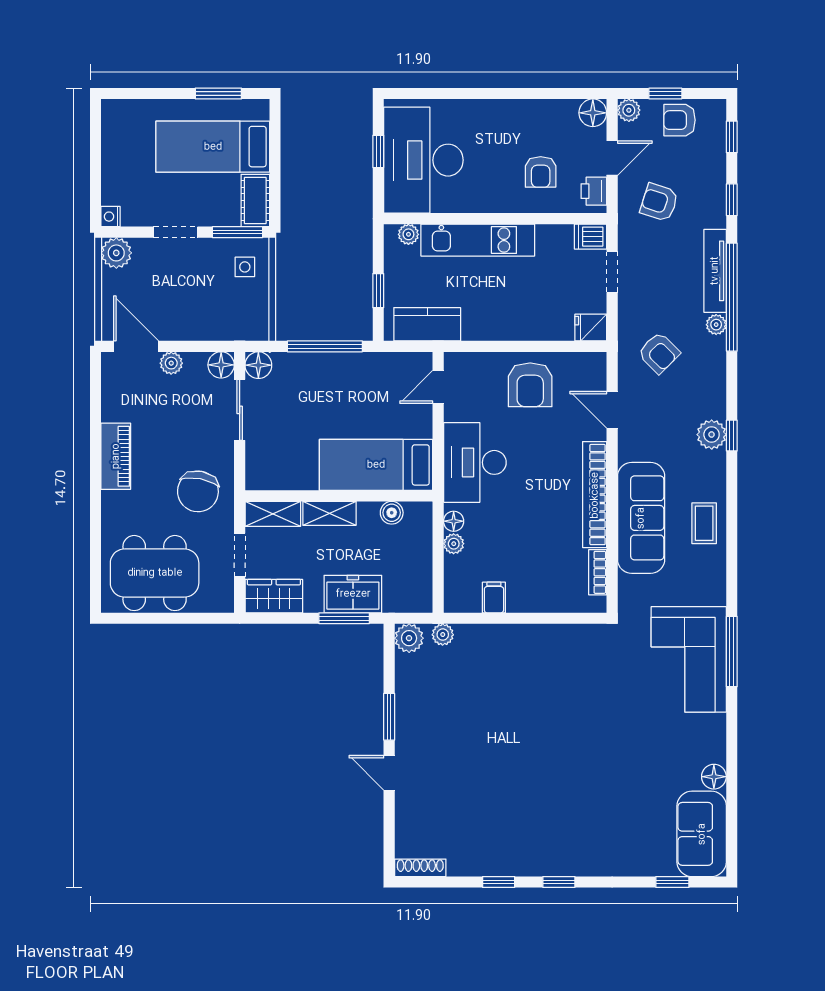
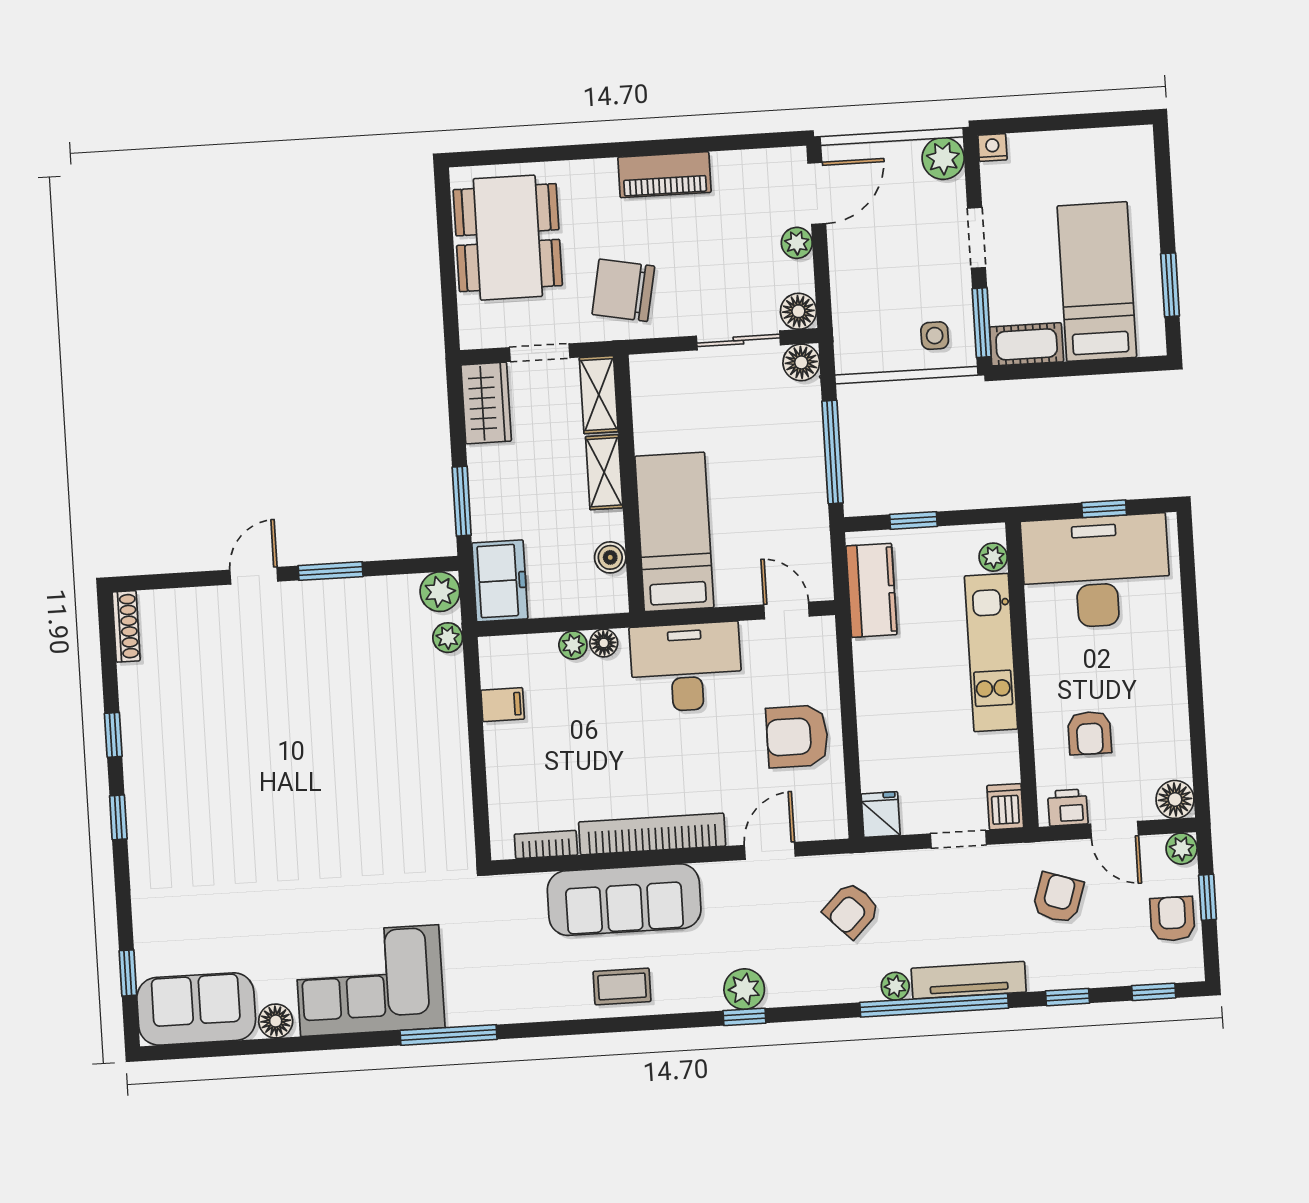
armchair: (541, 172) -> (1090, 733), turned -90
freezer: (353, 594) -> (500, 581), moved
corner sofa: (689, 659) -> (370, 981), moved

